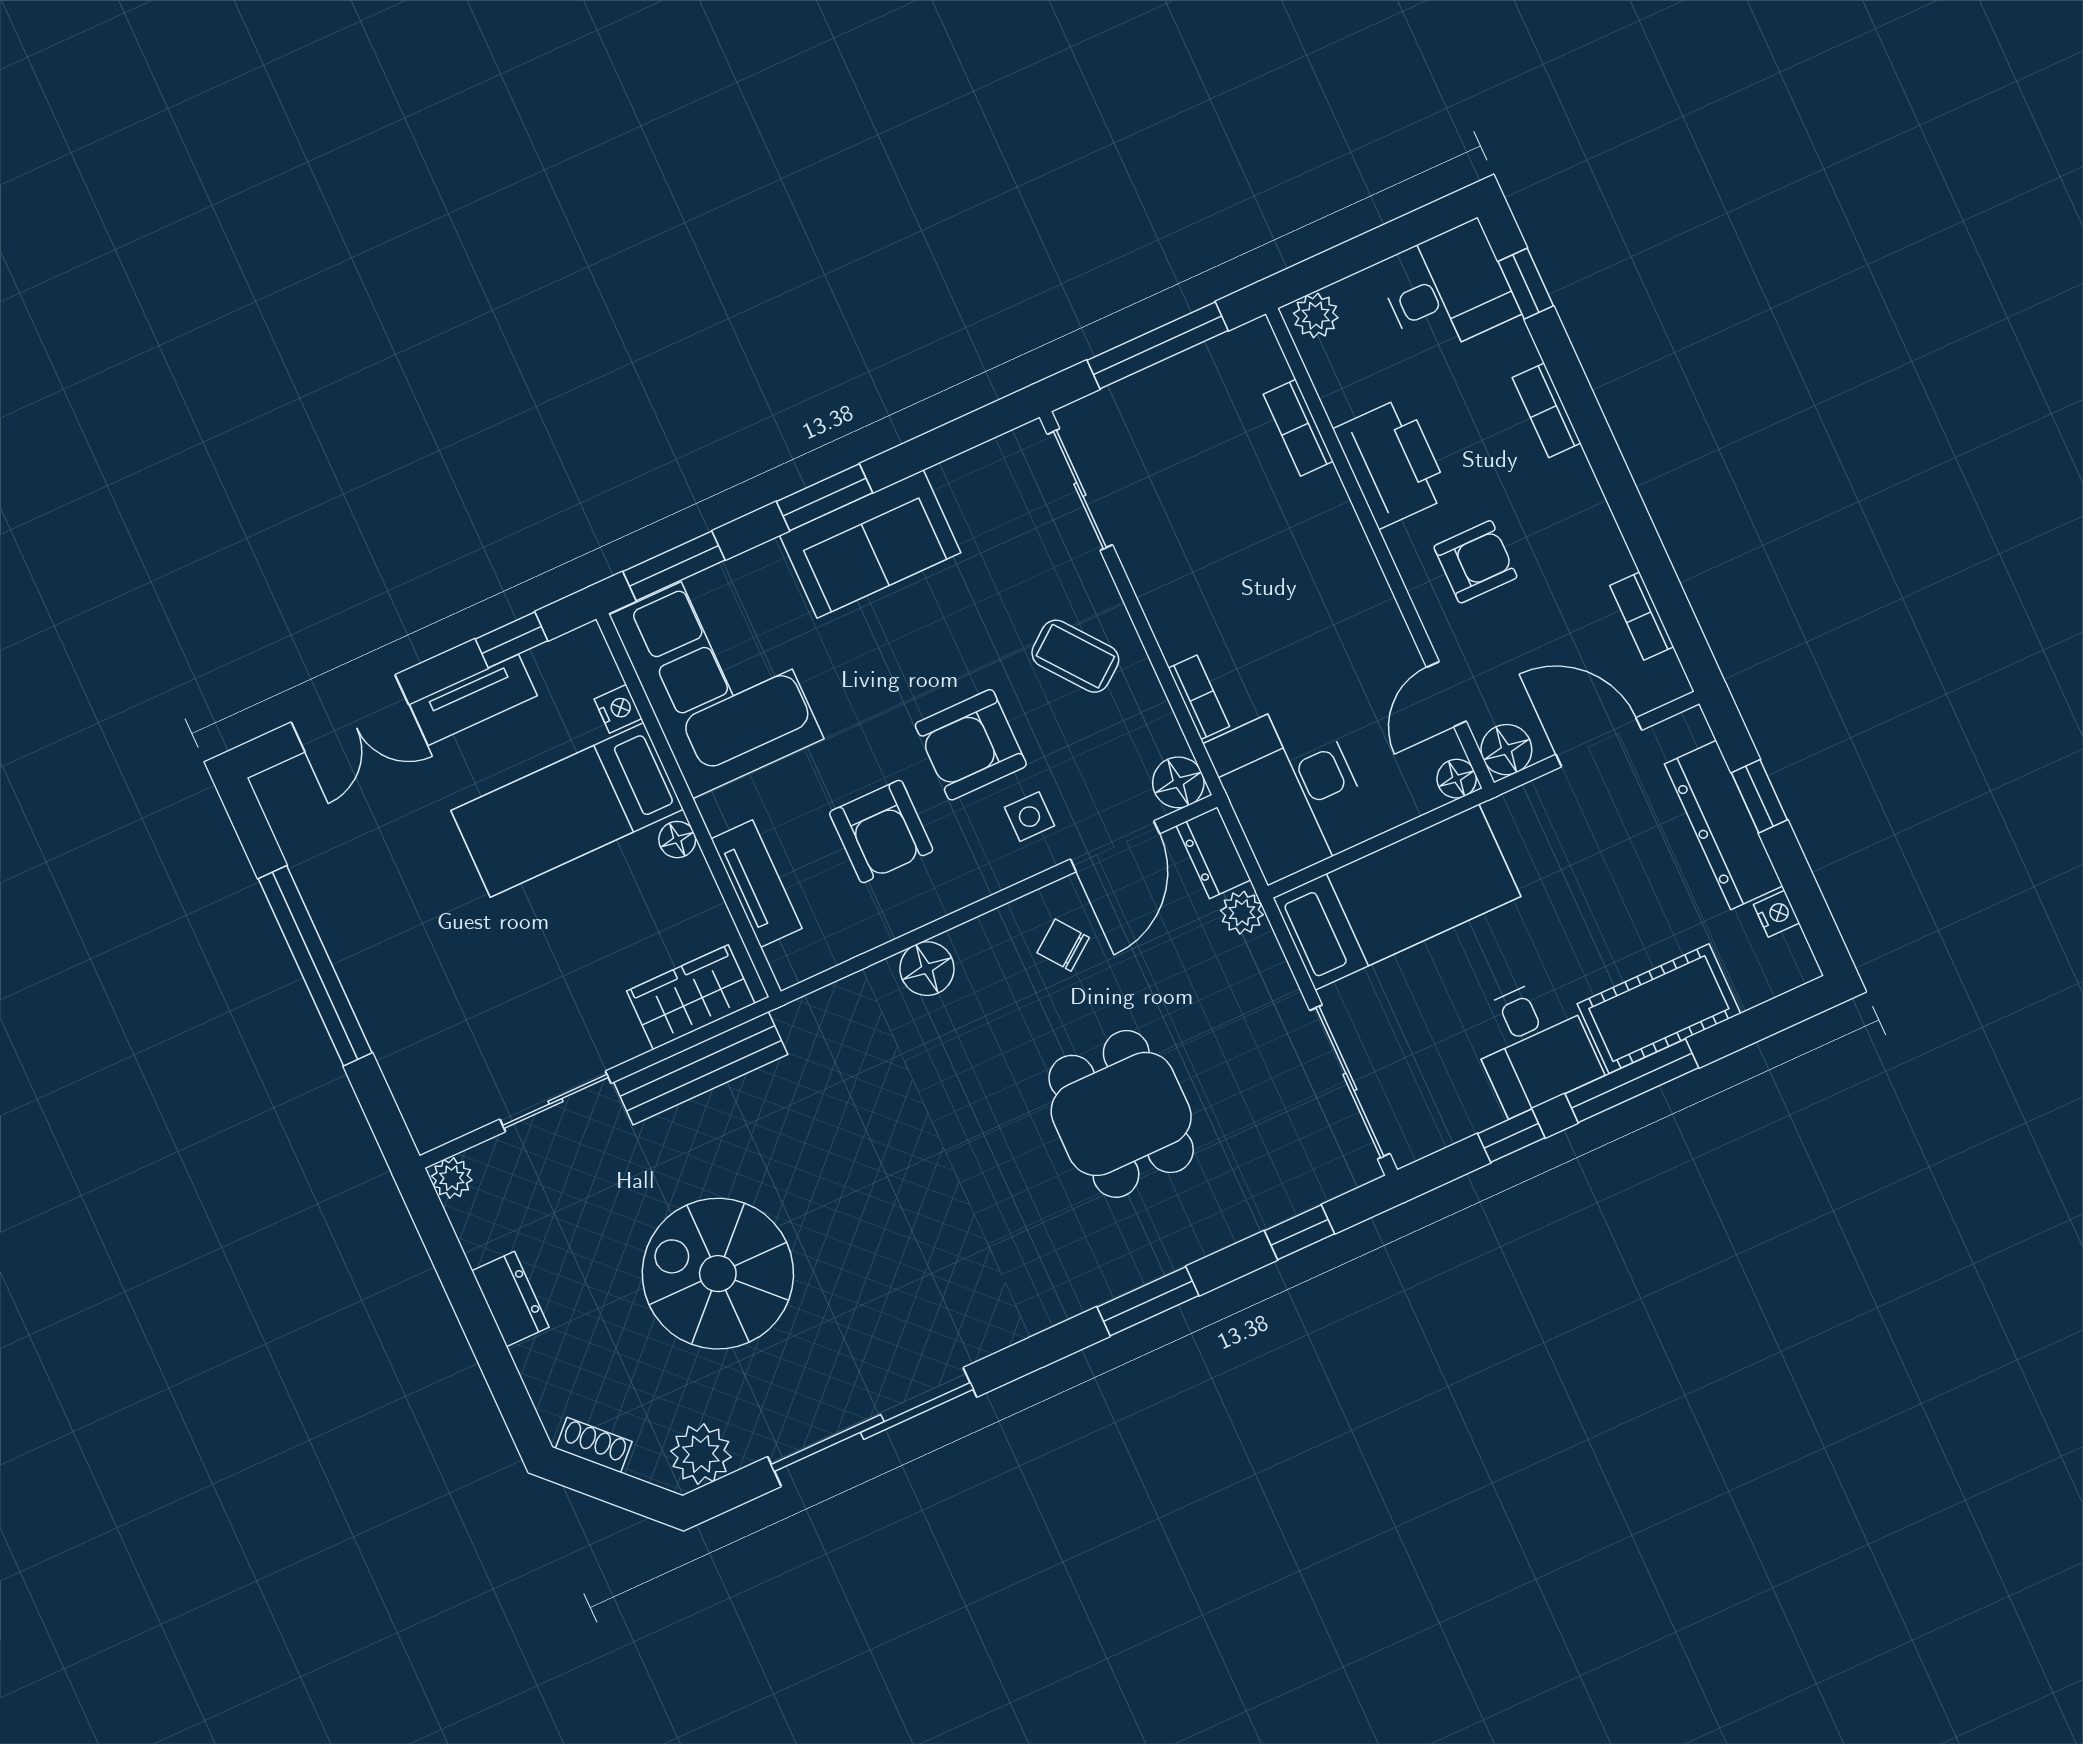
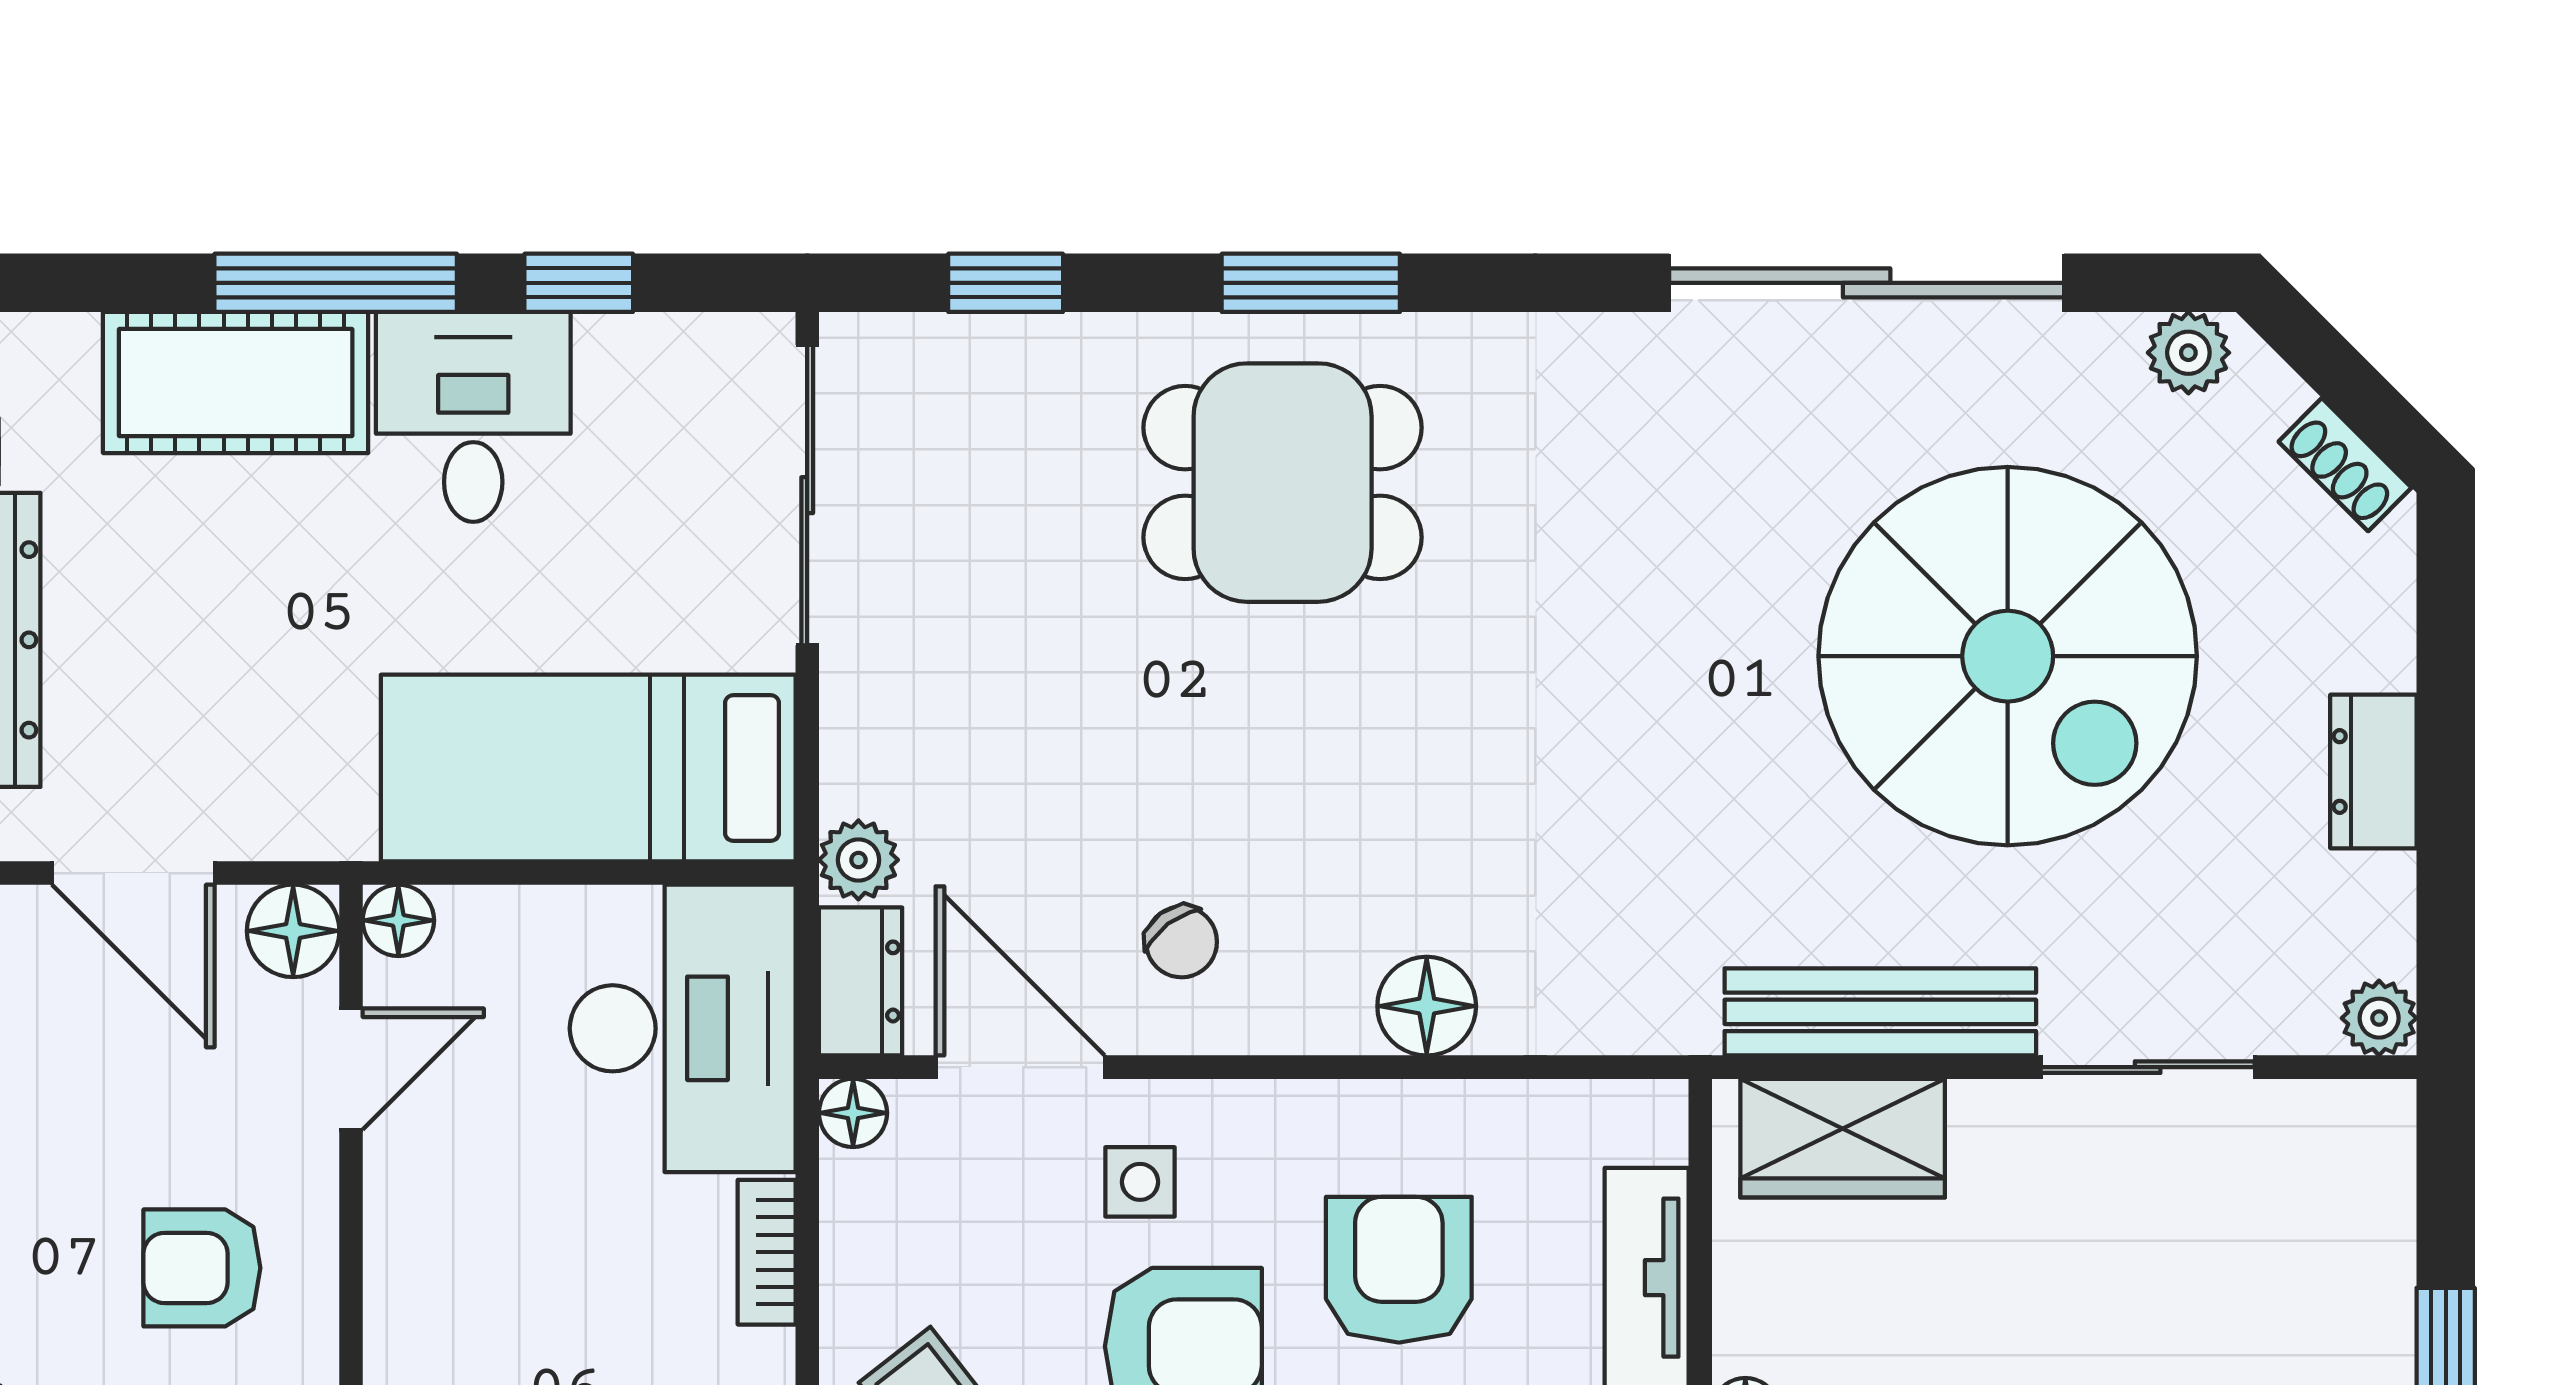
floor lamp: (1178, 782) -> (853, 1113), width x0.73, depth x0.73
door: (1115, 846) -> (1020, 1067), hinge flipped
dining table: (1121, 1114) -> (1283, 483), moved, turned 90
spiral stairs: (718, 1274) -> (2008, 656), width x1.37, depth x1.37
plant: (701, 1454) -> (2188, 353), width x0.73, depth x0.73

